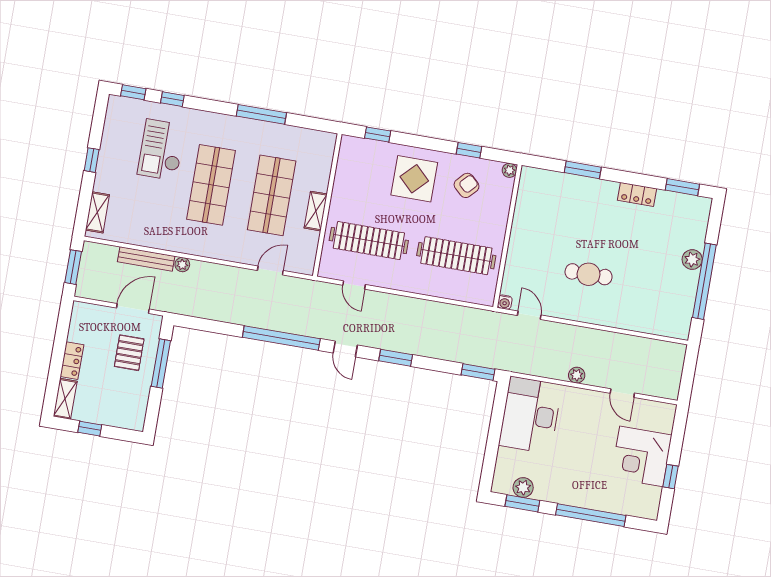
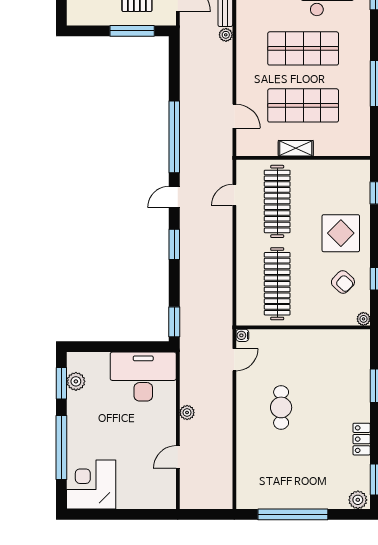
plant: (692, 260) -> (358, 500), moved
corner desk: (641, 456) -> (91, 485), moved
window: (671, 477) -> (109, 514), removed

